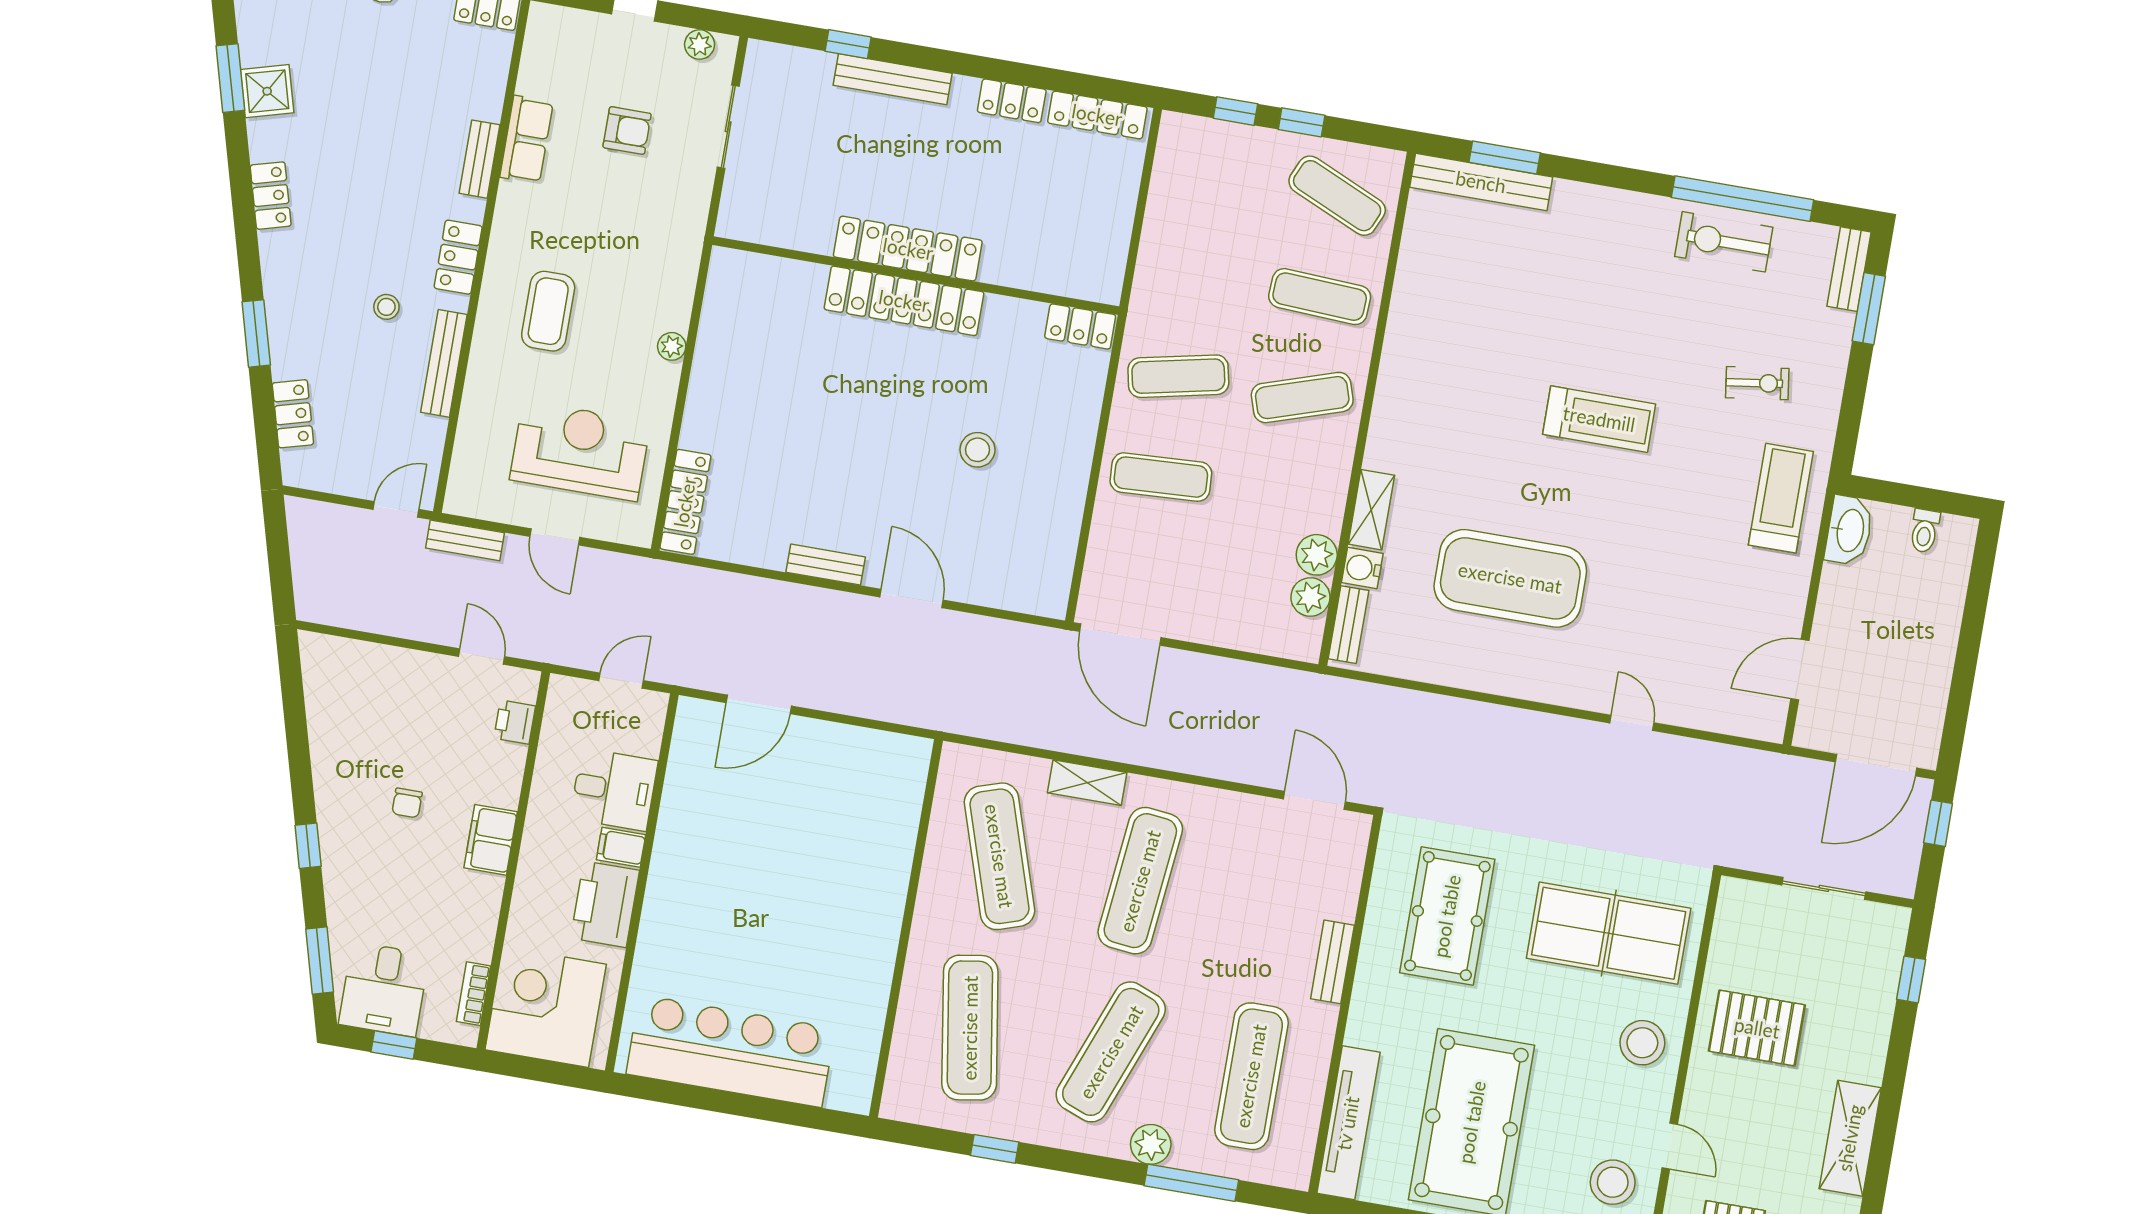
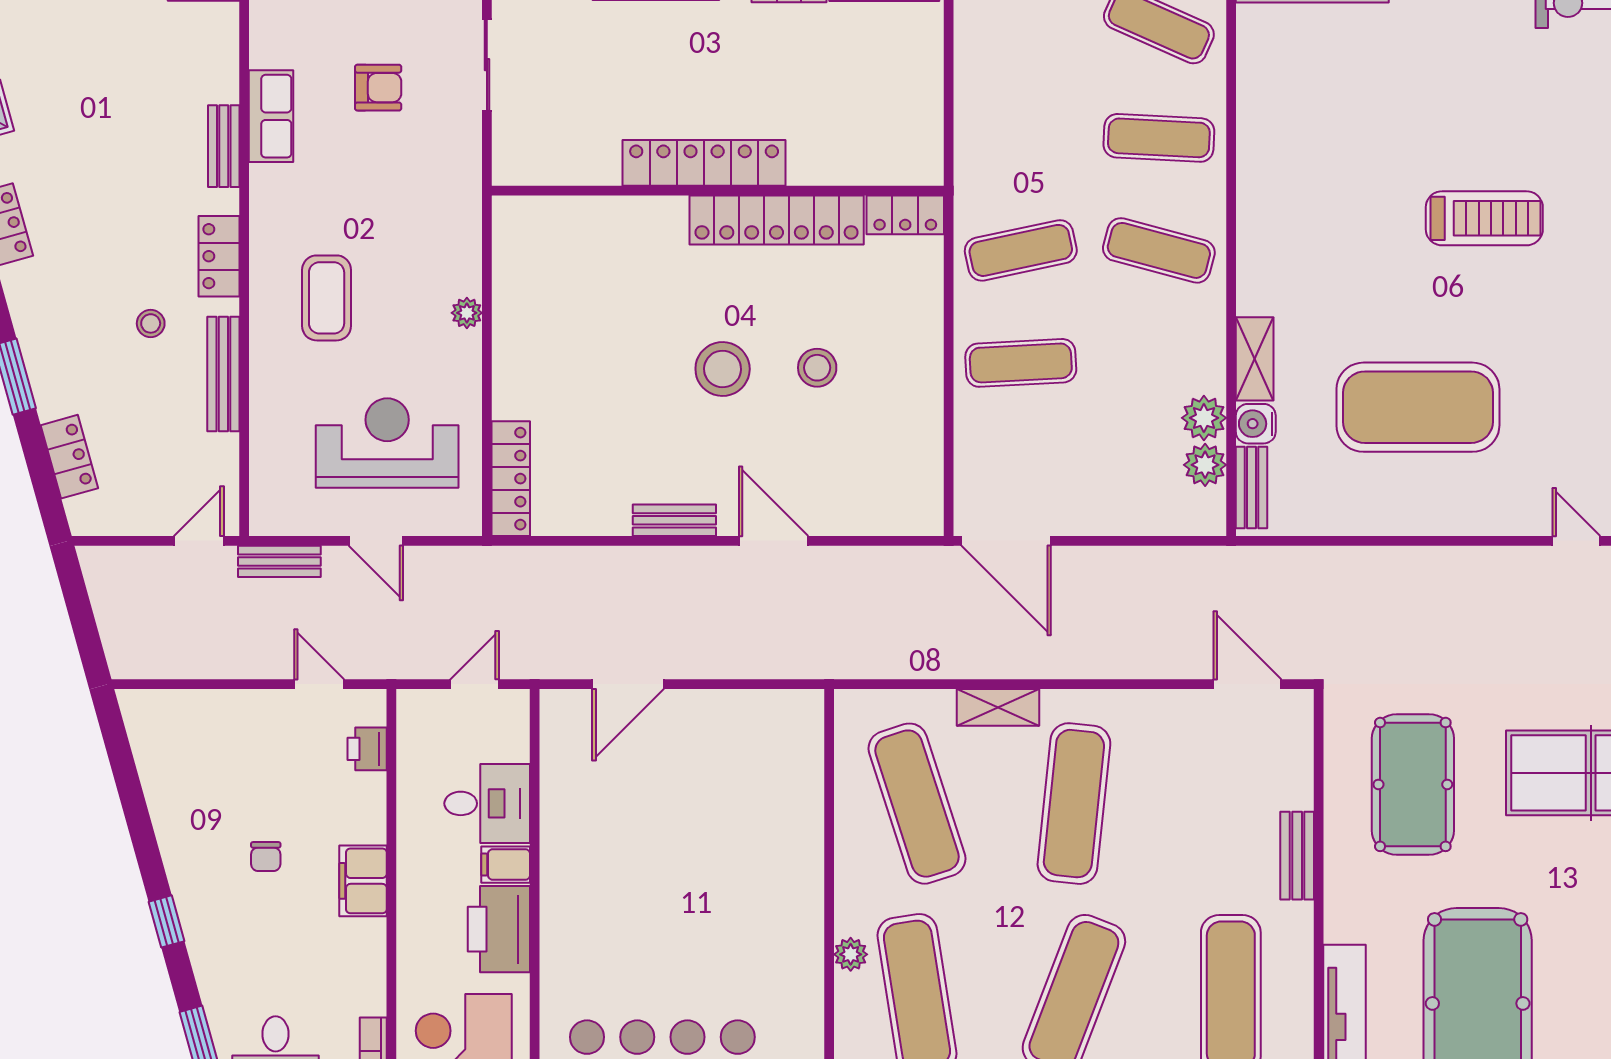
locker: (904, 301) -> (777, 220), moved
exercise mat: (1302, 398) -> (1159, 250), turned 33
stool: (892, 436) -> (723, 369), added
plant: (917, 981) -> (851, 954), added

